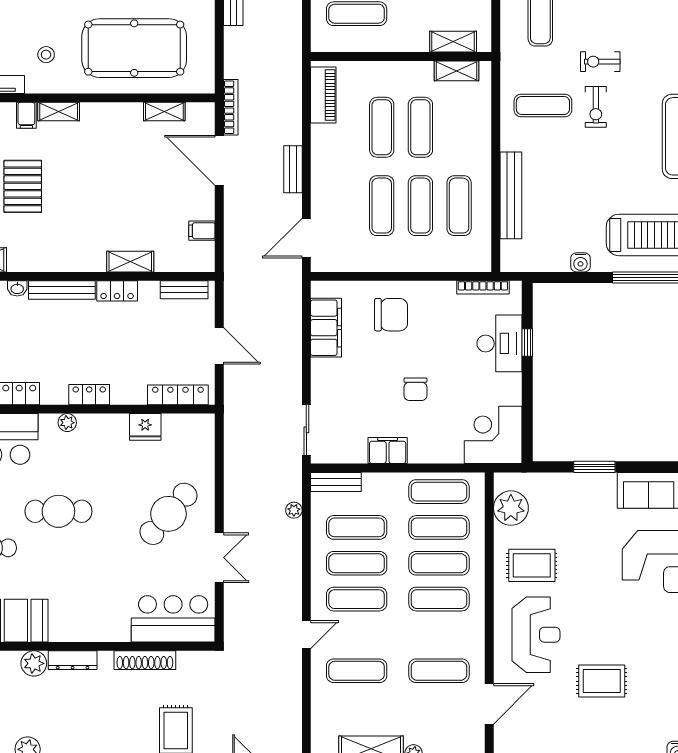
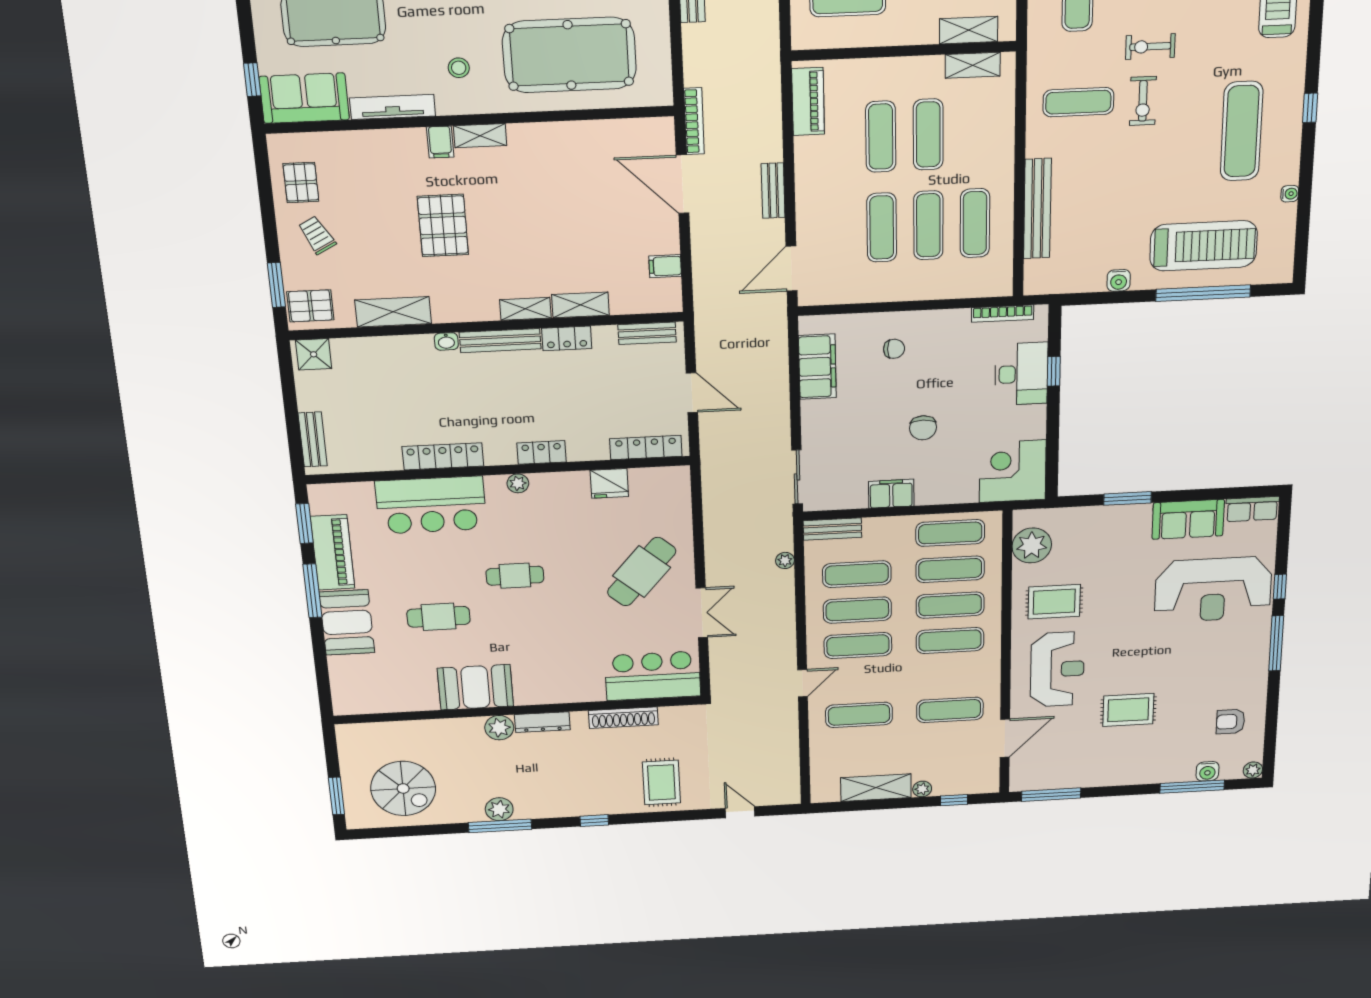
shelving: (164, 112) -> (525, 309), moved
chair: (391, 315) -> (894, 349), width x0.54, depth x0.54
cafe table: (58, 511) -> (515, 576), width x0.73, depth x0.74

